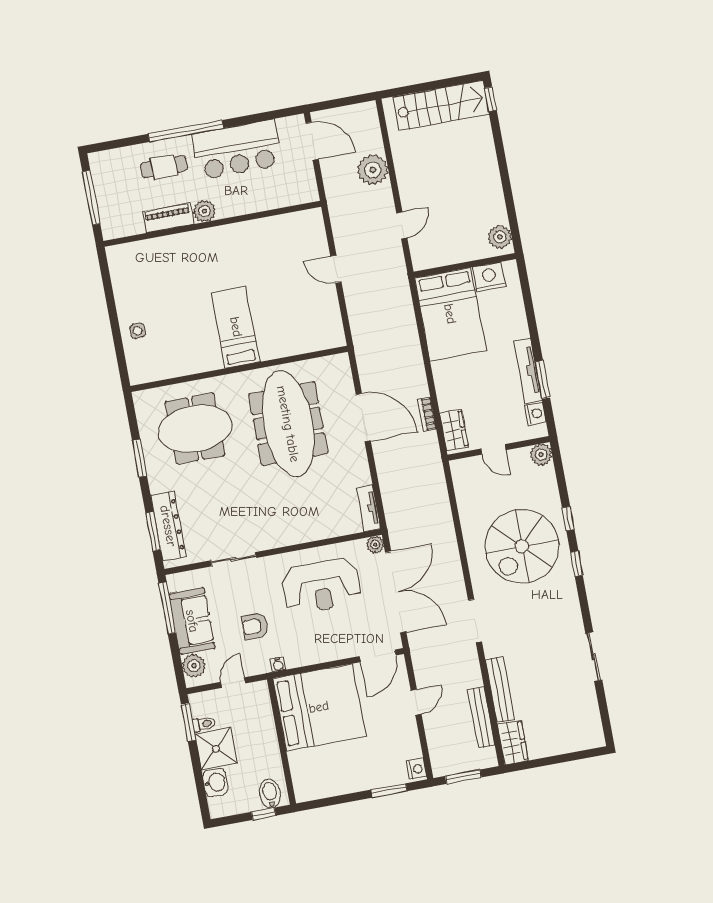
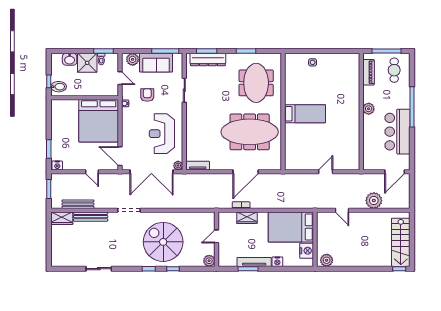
cafe table: (164, 167) -> (394, 70), moved
piano: (168, 218) -> (368, 72), moved
nightstand: (535, 414) -> (277, 262), moved
wardrobe: (454, 430) -> (247, 218), moved

